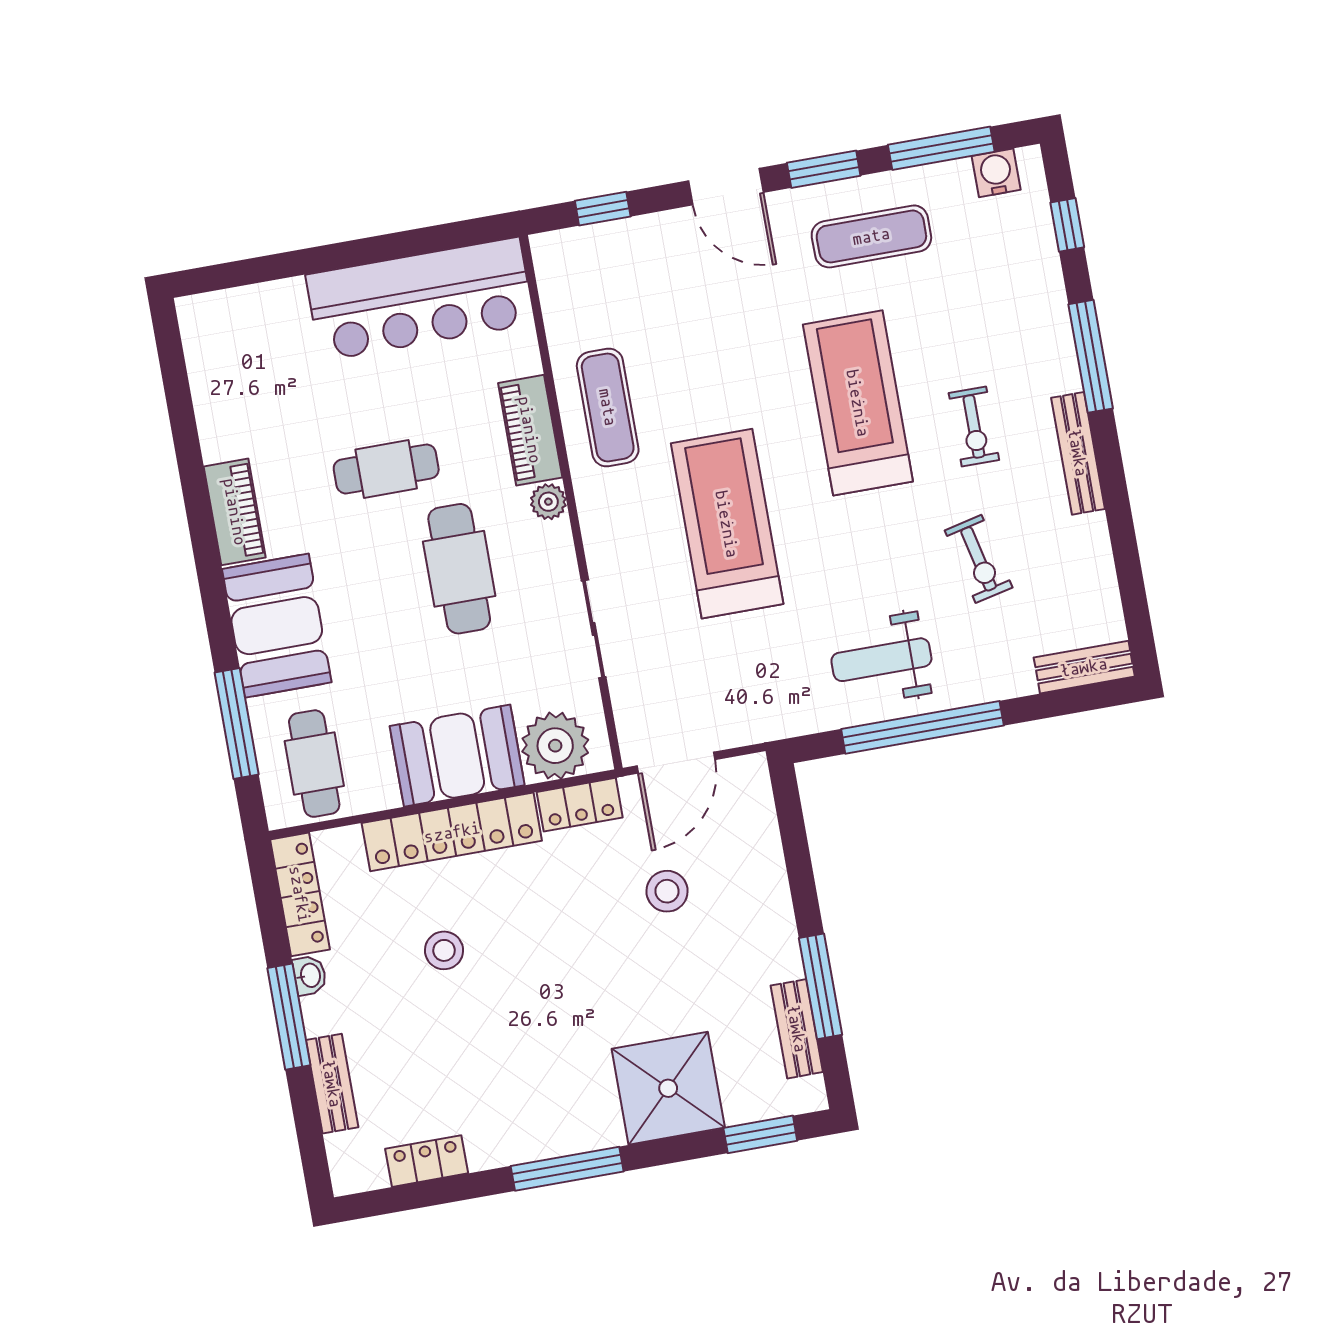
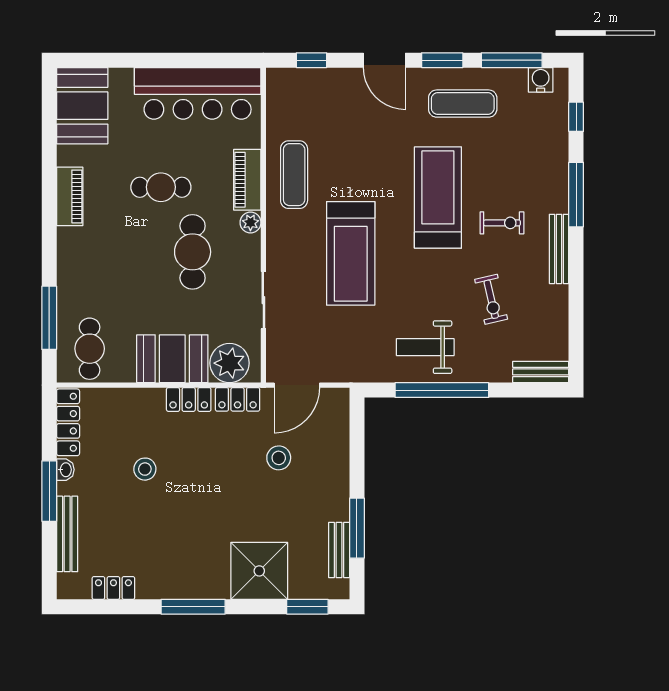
exercise bike: (974, 426) -> (502, 223), turned -90
treadmill: (727, 524) -> (351, 253), turned 180
booth: (277, 626) -> (82, 106), moved
locker: (452, 832) -> (189, 399), width x0.46, depth x0.83
bench: (332, 1084) -> (67, 534), width x1.36

